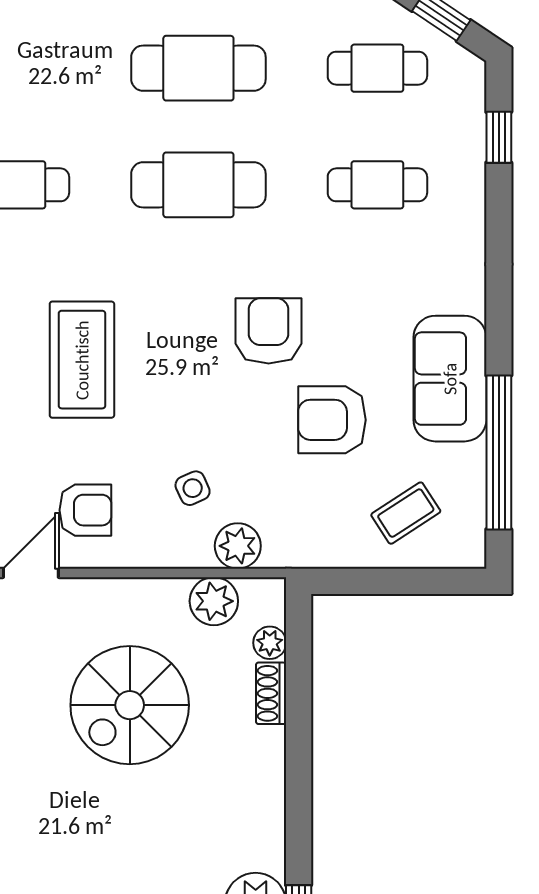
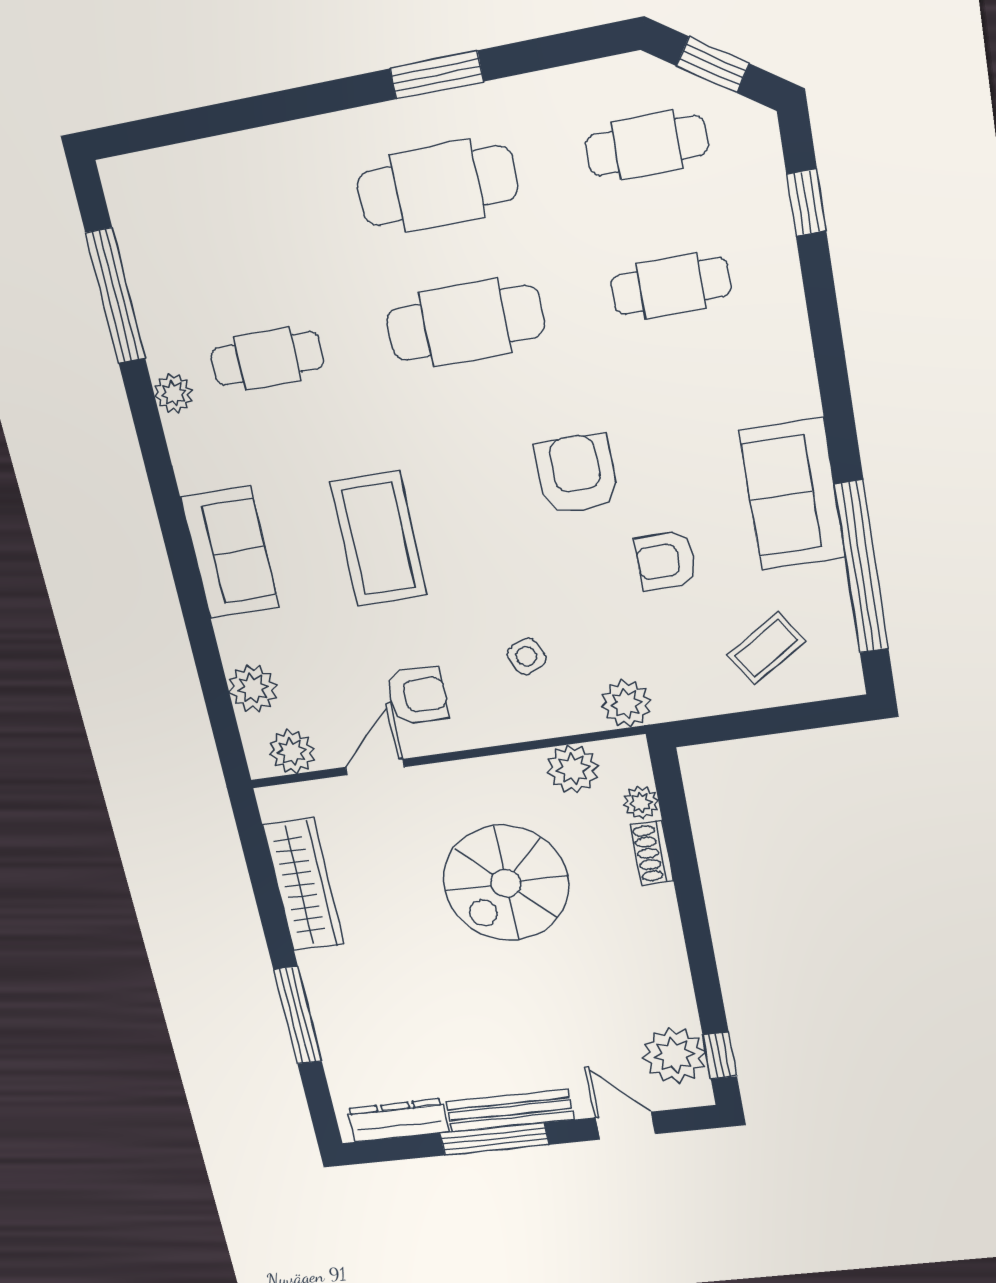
armchair: (332, 420) -> (666, 561), width x0.72, depth x0.72
plant: (238, 546) -> (626, 704), moved

